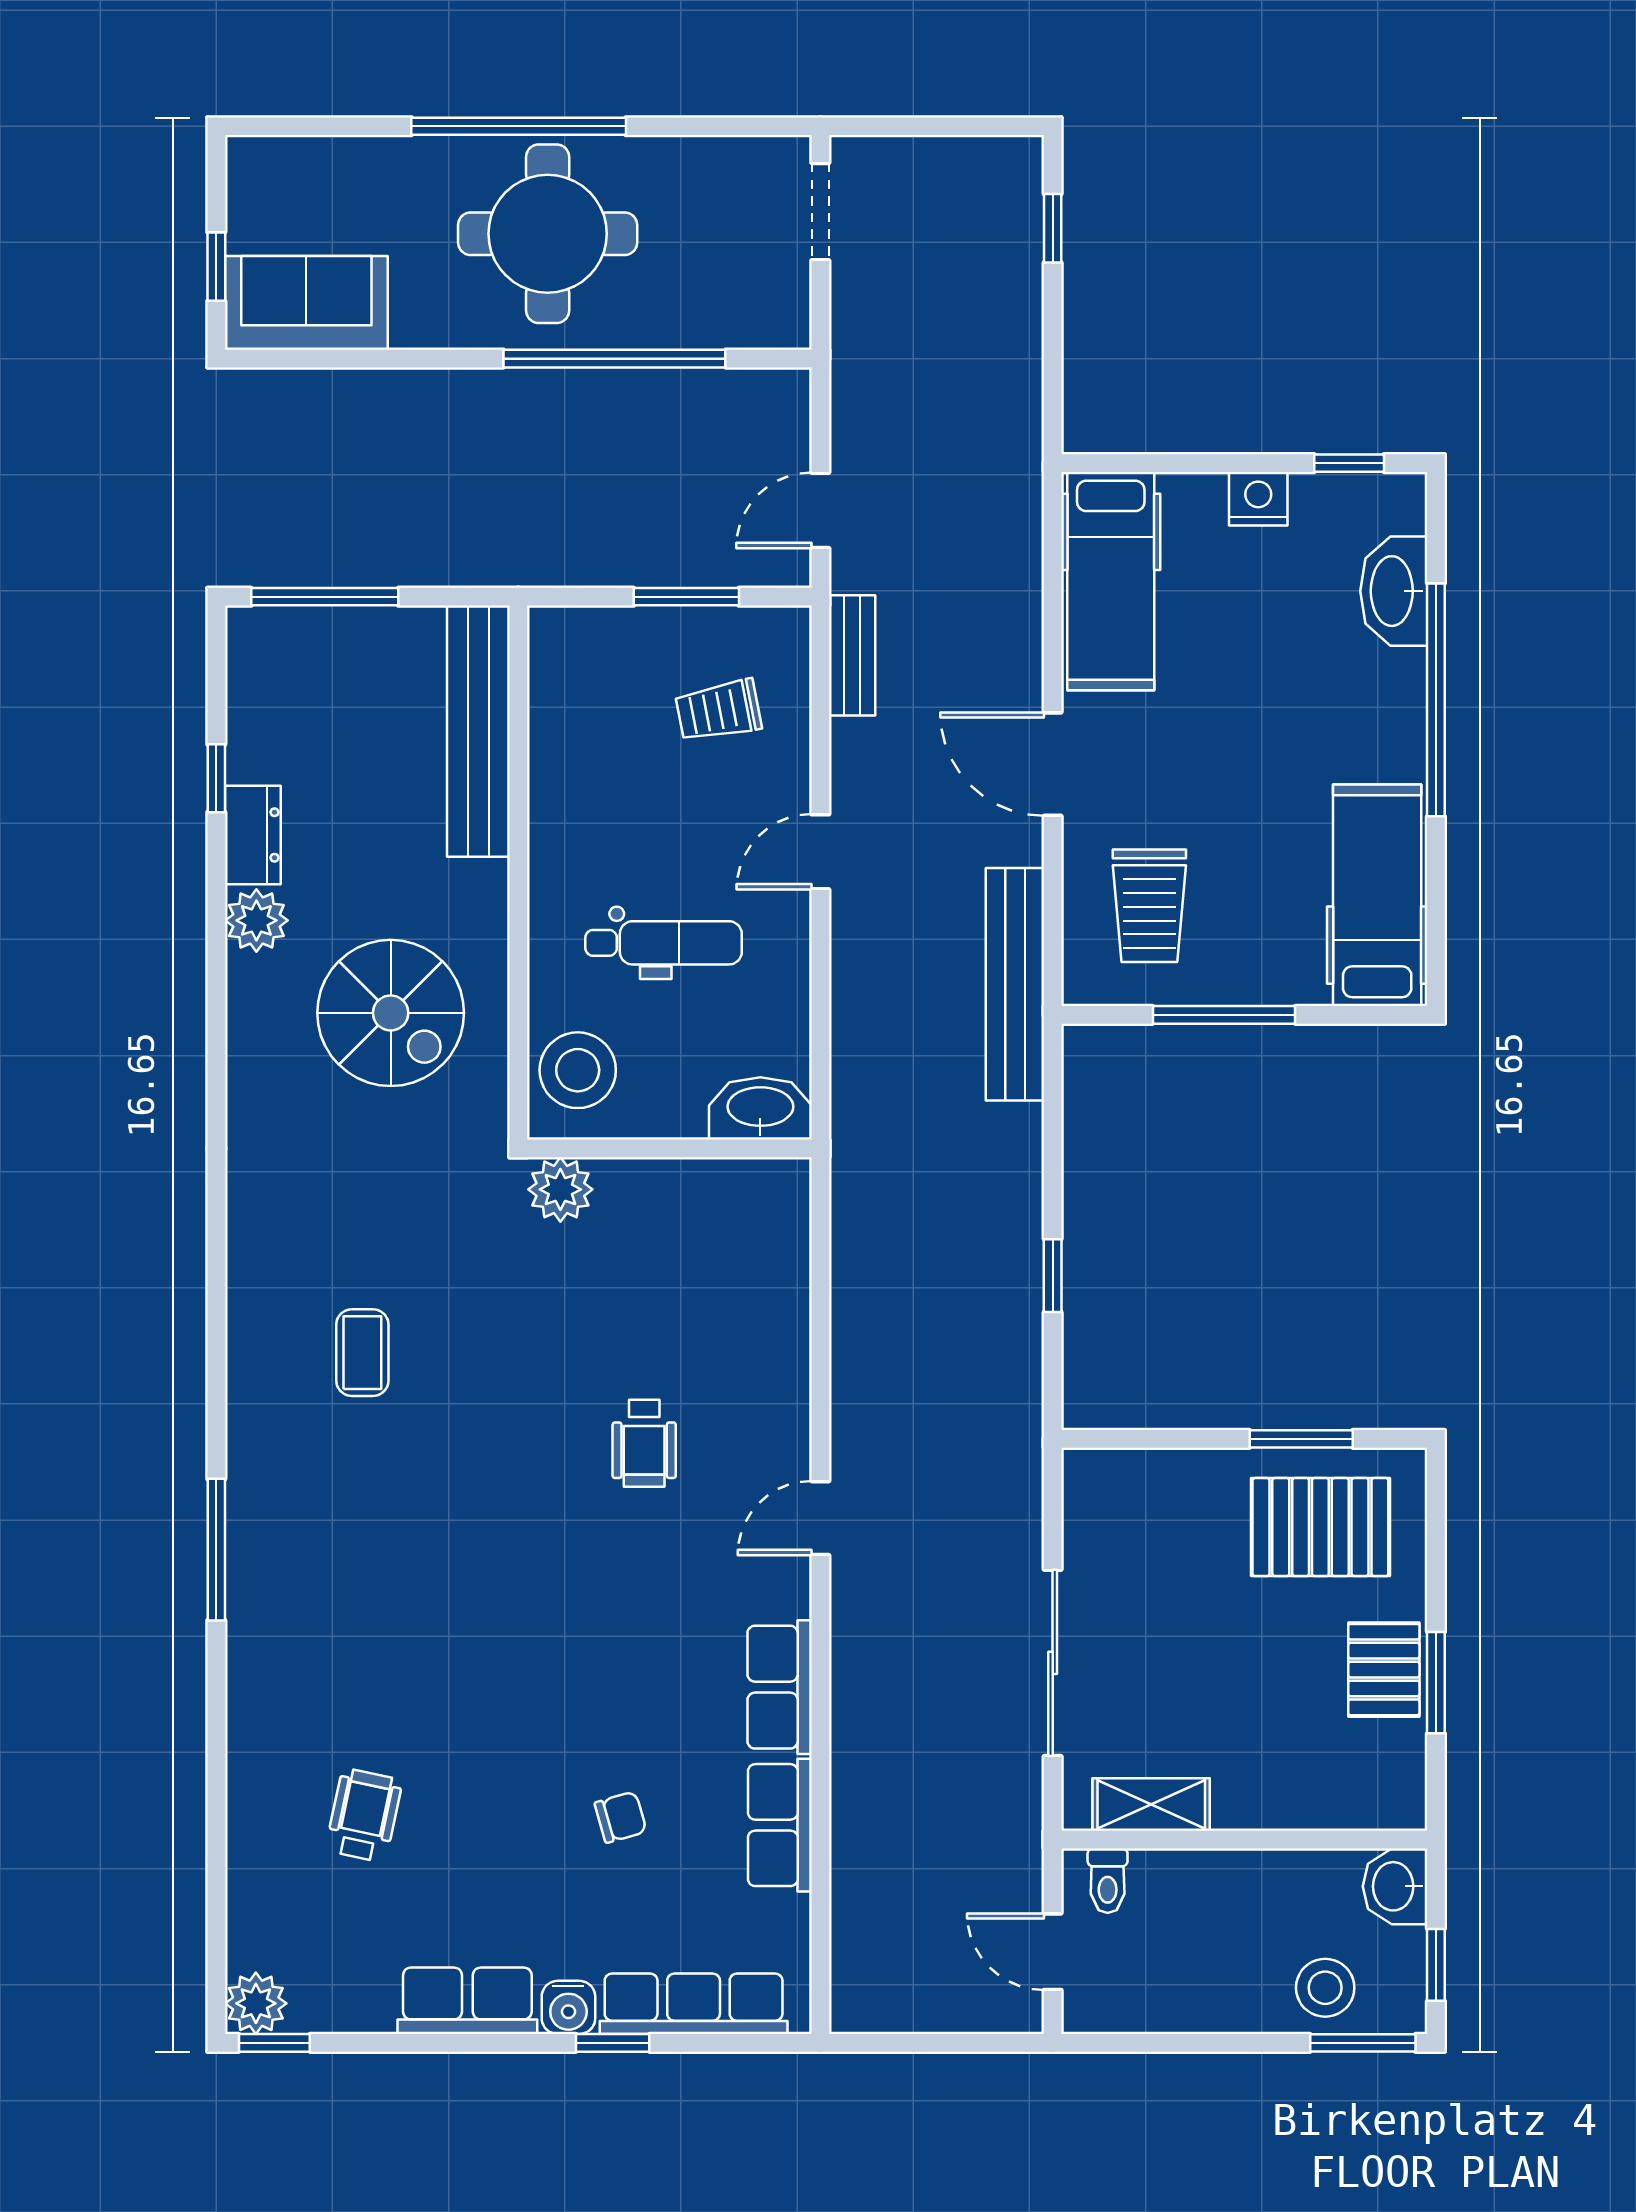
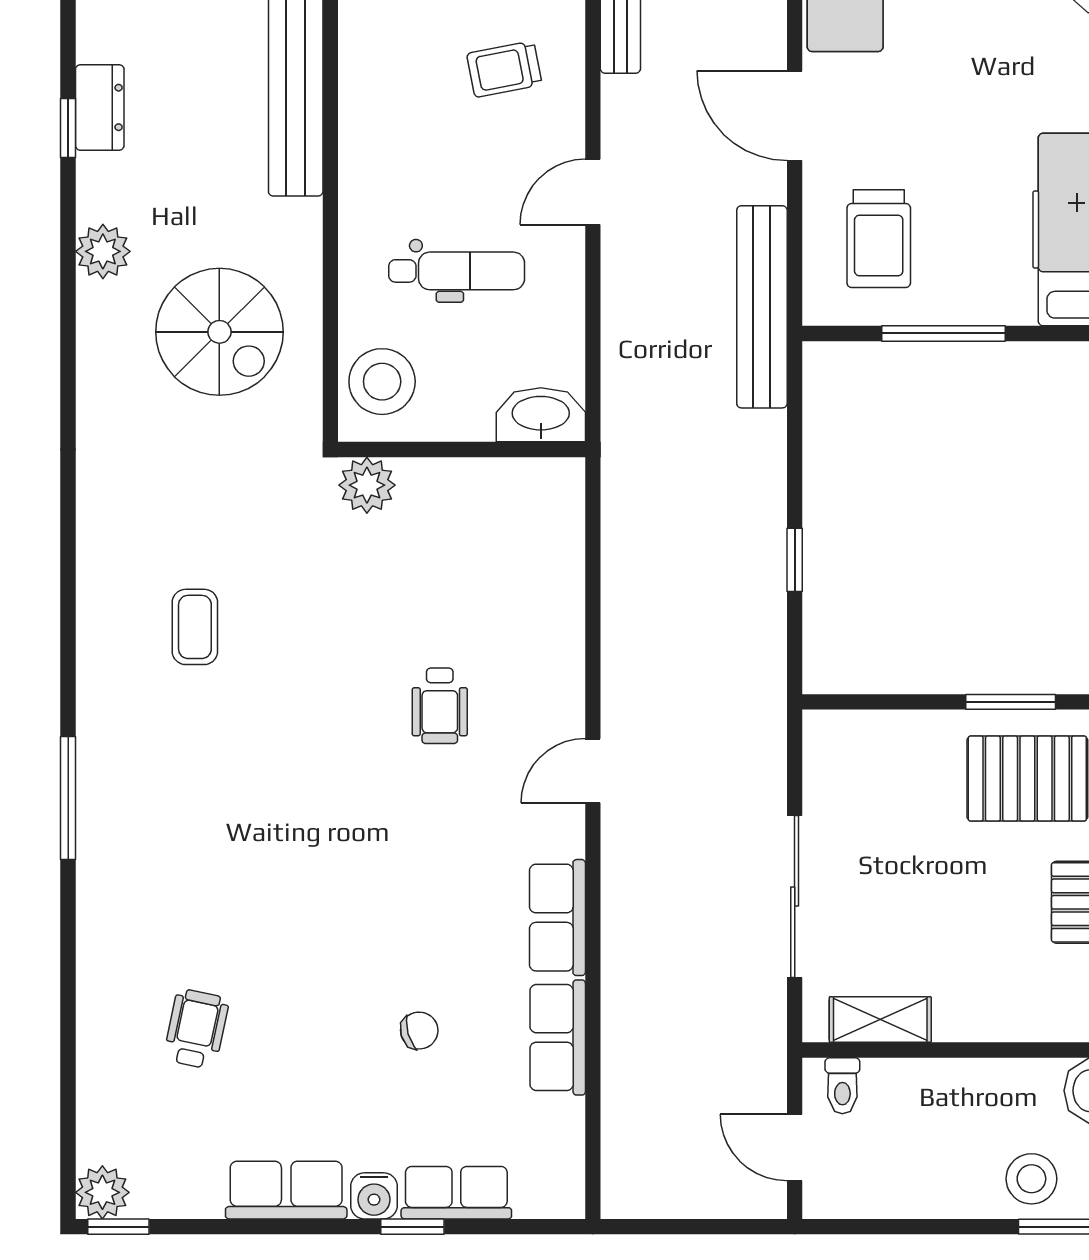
dresser: (253, 835) -> (100, 107), moved
row of seats: (694, 2004) -> (456, 1193), width x0.68

